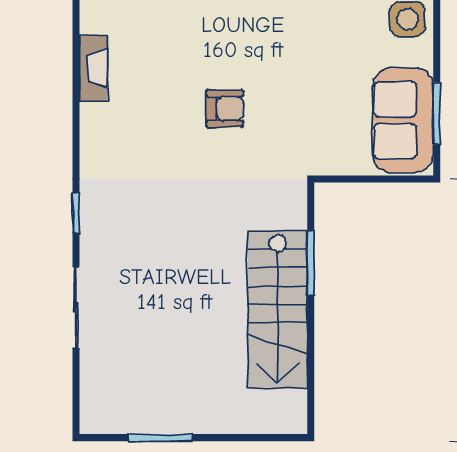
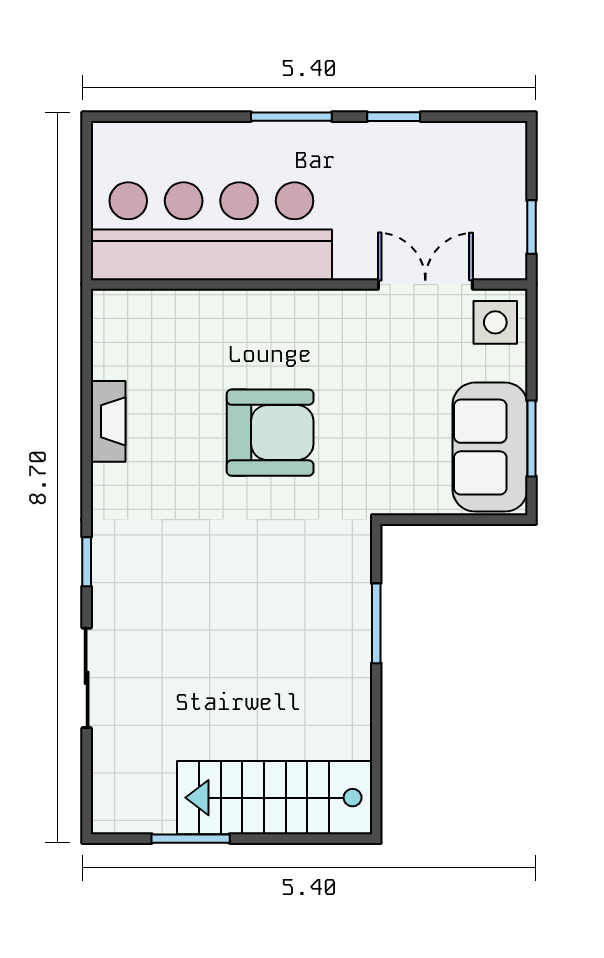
fireplace: (93, 68) -> (108, 421), moved
armchair: (225, 108) -> (270, 433), width x1.88, depth x1.88
stairs: (278, 310) -> (275, 798), moved, turned 90

